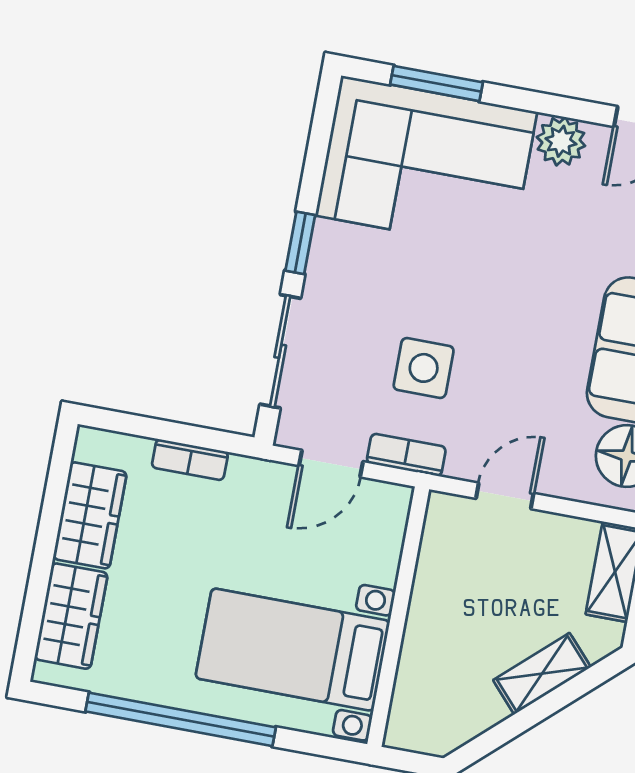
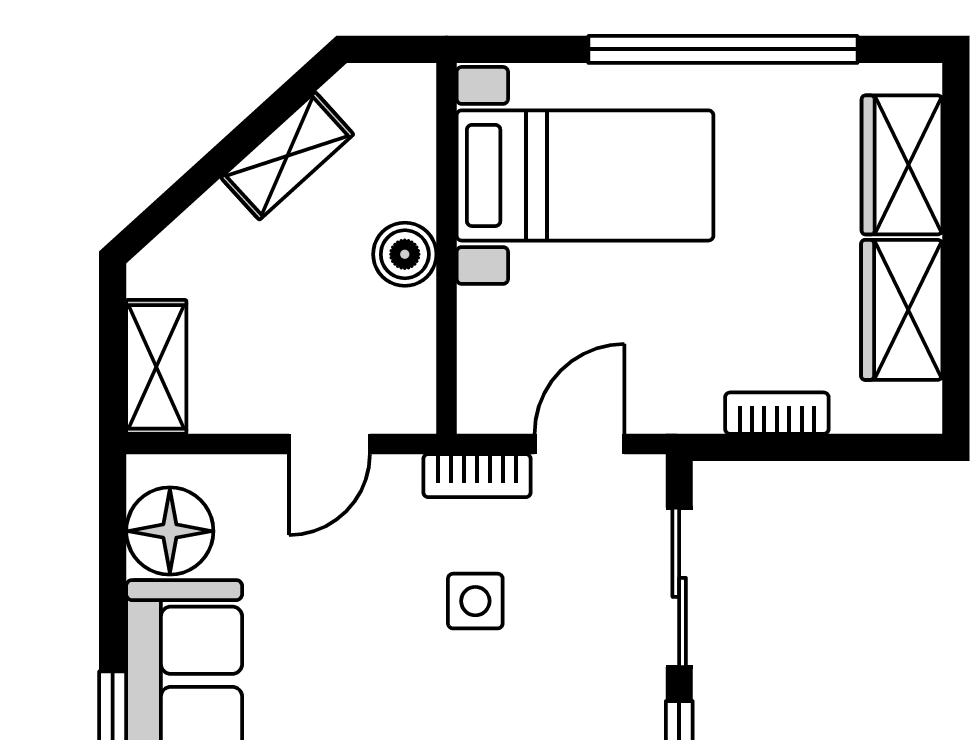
side table: (424, 368) -> (475, 601), width x0.73, depth x0.73
boiler: (428, 618) -> (405, 254), added
shelving: (542, 674) -> (287, 156), moved

